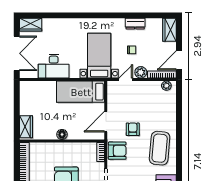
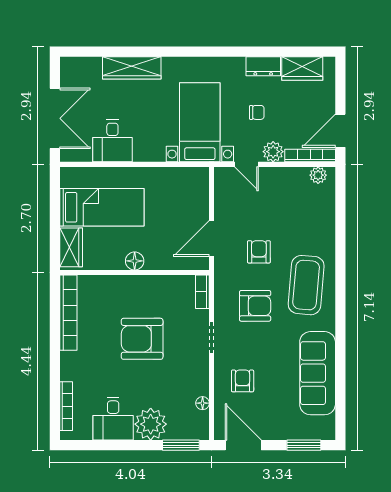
wardrobe: (31, 25) -> (132, 68), moved, width x1.50
wardrobe: (169, 30) -> (302, 68), moved, turned -90
desk: (54, 66) -> (112, 141), width x0.73
door: (126, 80) -> (247, 164), swing flipped
bed: (81, 92) -> (102, 207), moved, turned 180
armchair: (117, 151) -> (255, 306), moved

